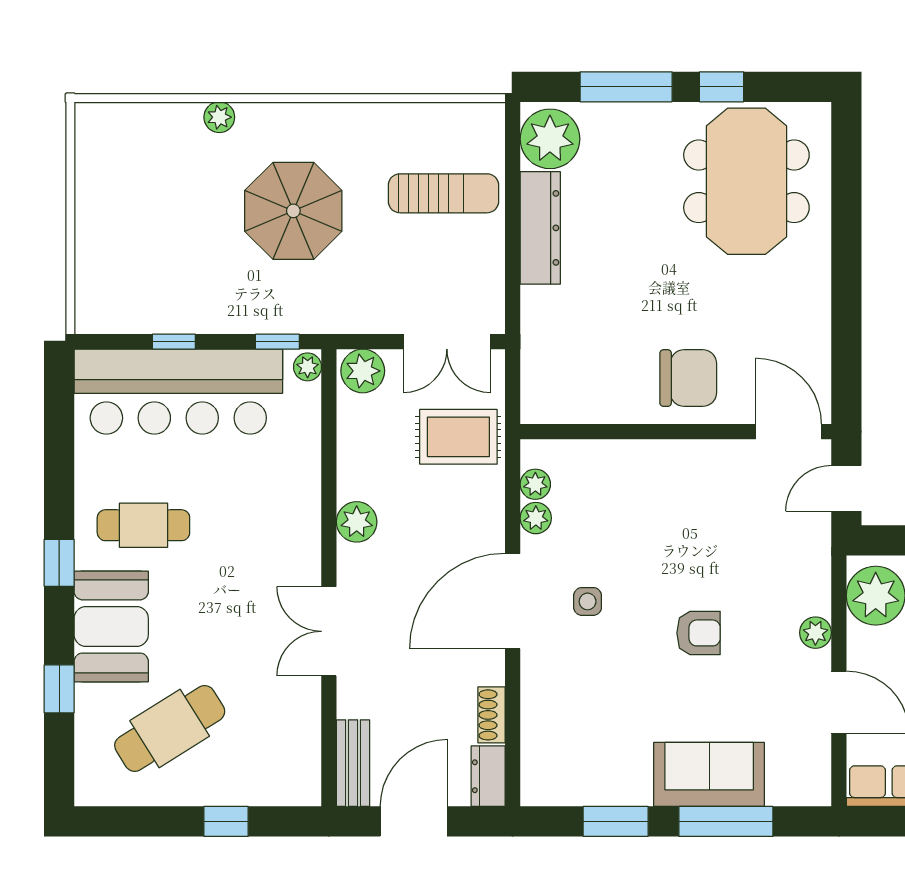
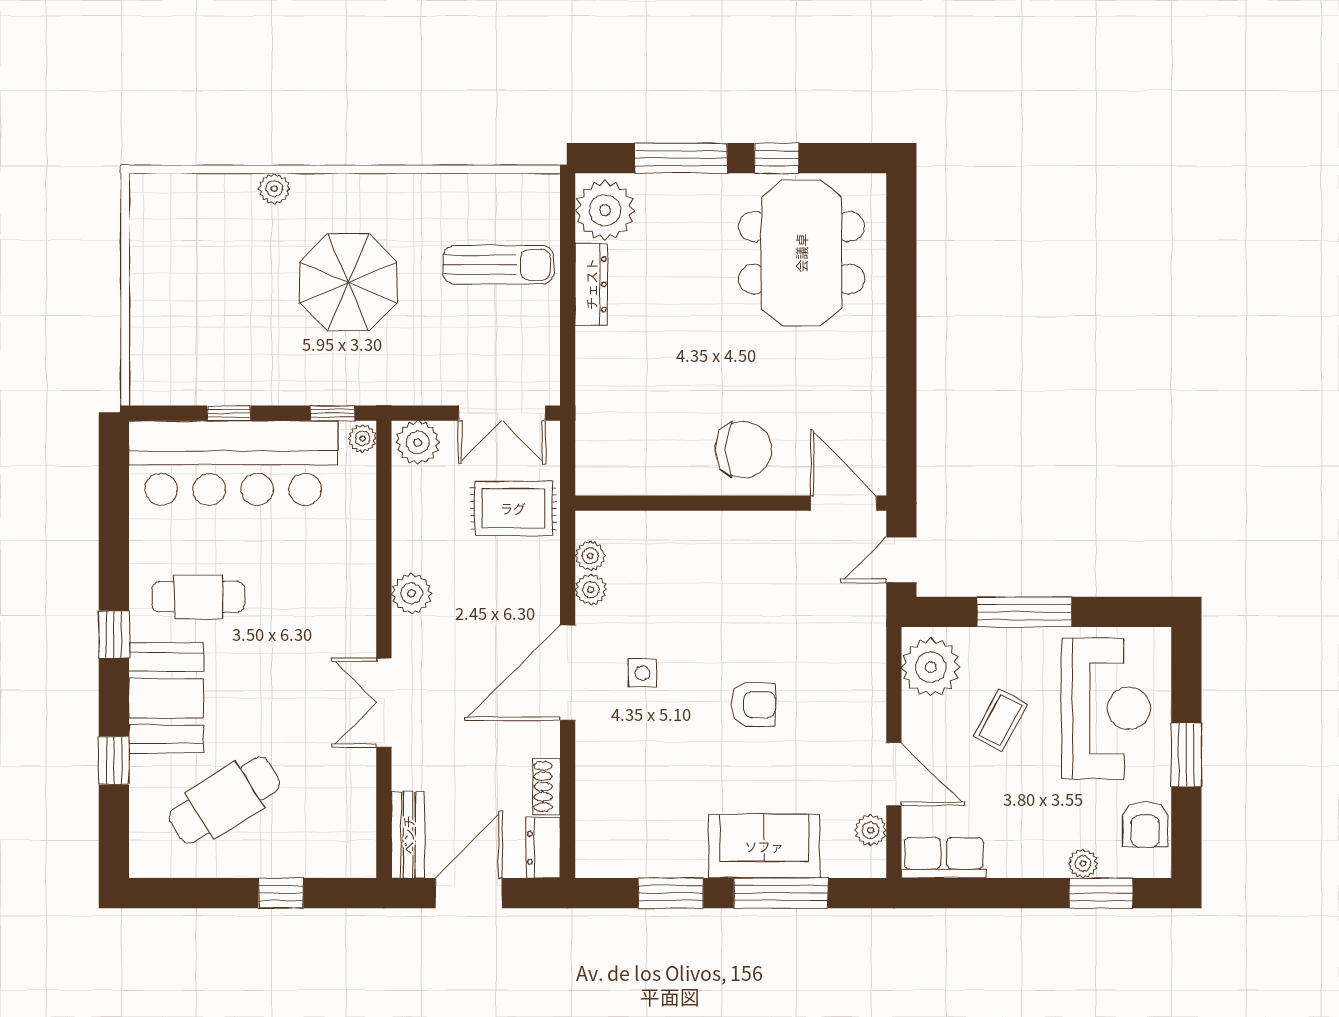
dresser: (540, 228) -> (591, 284), width x0.73, depth x0.80
plant: (815, 633) -> (871, 830), moved

